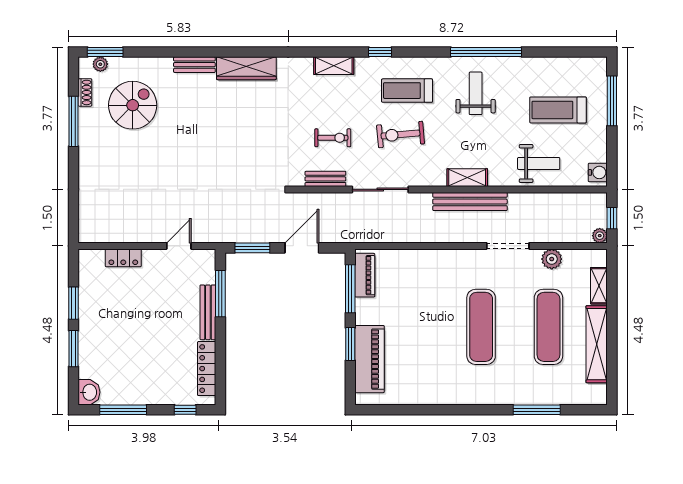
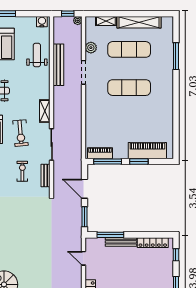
shelving: (467, 178) -> (45, 111), moved
bench: (470, 202) -> (58, 65), moved

